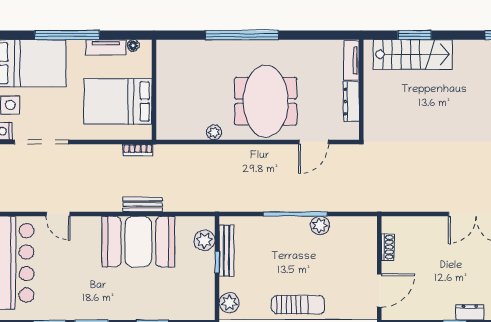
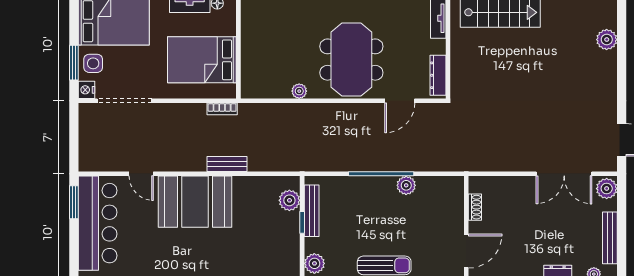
dresser: (351, 101) -> (438, 75), moved
booth: (138, 242) -> (195, 202), moved

